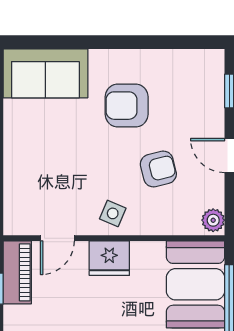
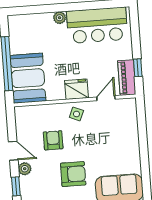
armchair: (158, 169) -> (53, 140), turned 104
plant: (213, 220) -> (25, 169), moved

